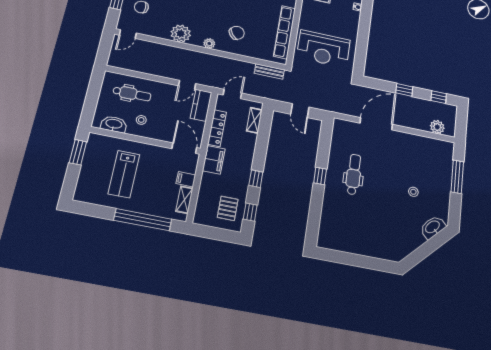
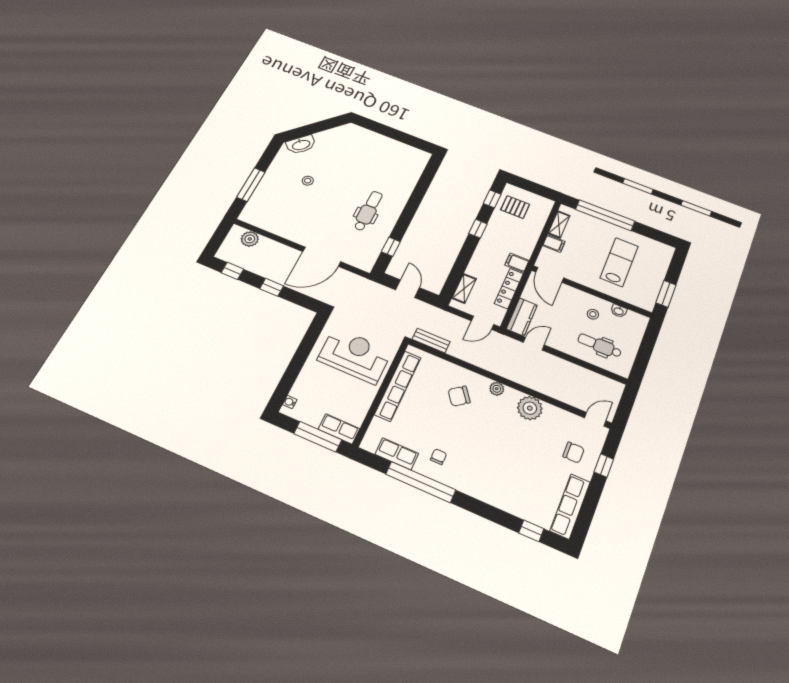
washbasin: (114, 124) -> (619, 311), width x0.52, depth x0.69
filing cabinet: (214, 160) -> (517, 263), width x0.50
dental chair: (354, 174) -> (368, 211), turned 180
window: (320, 176) -> (391, 247), moved
pallet: (228, 208) -> (515, 207), turned 90

